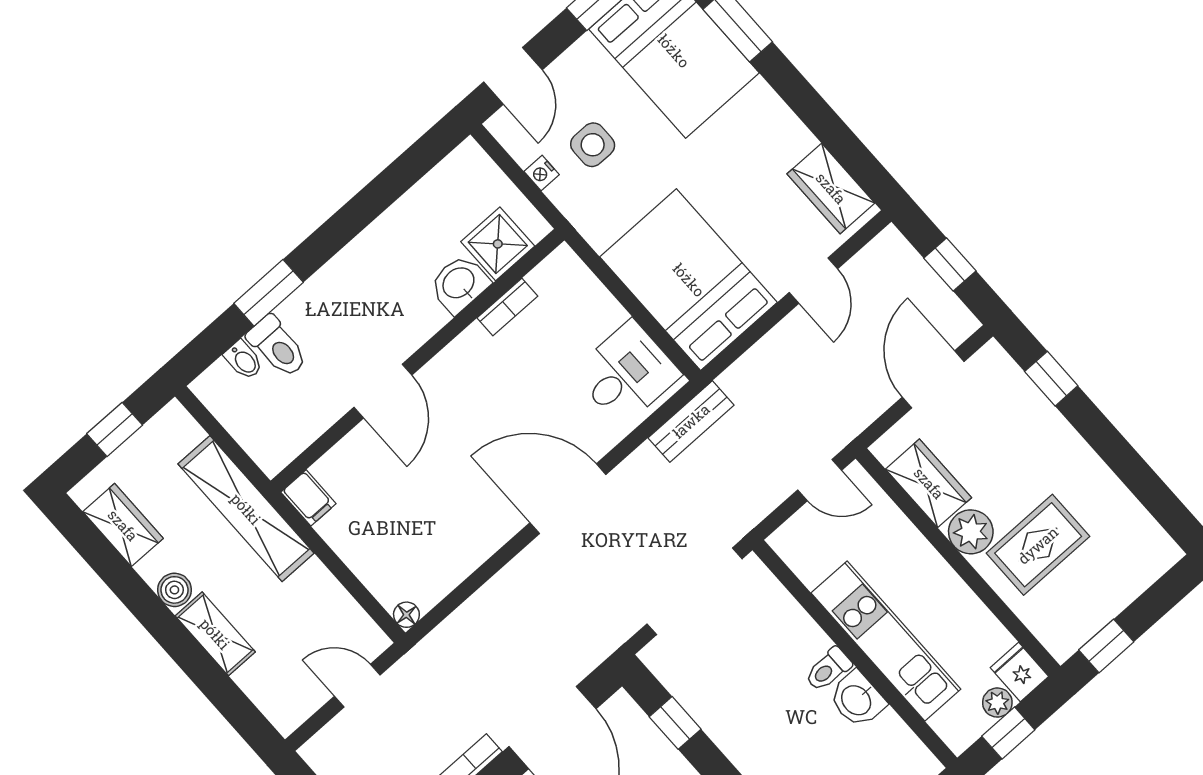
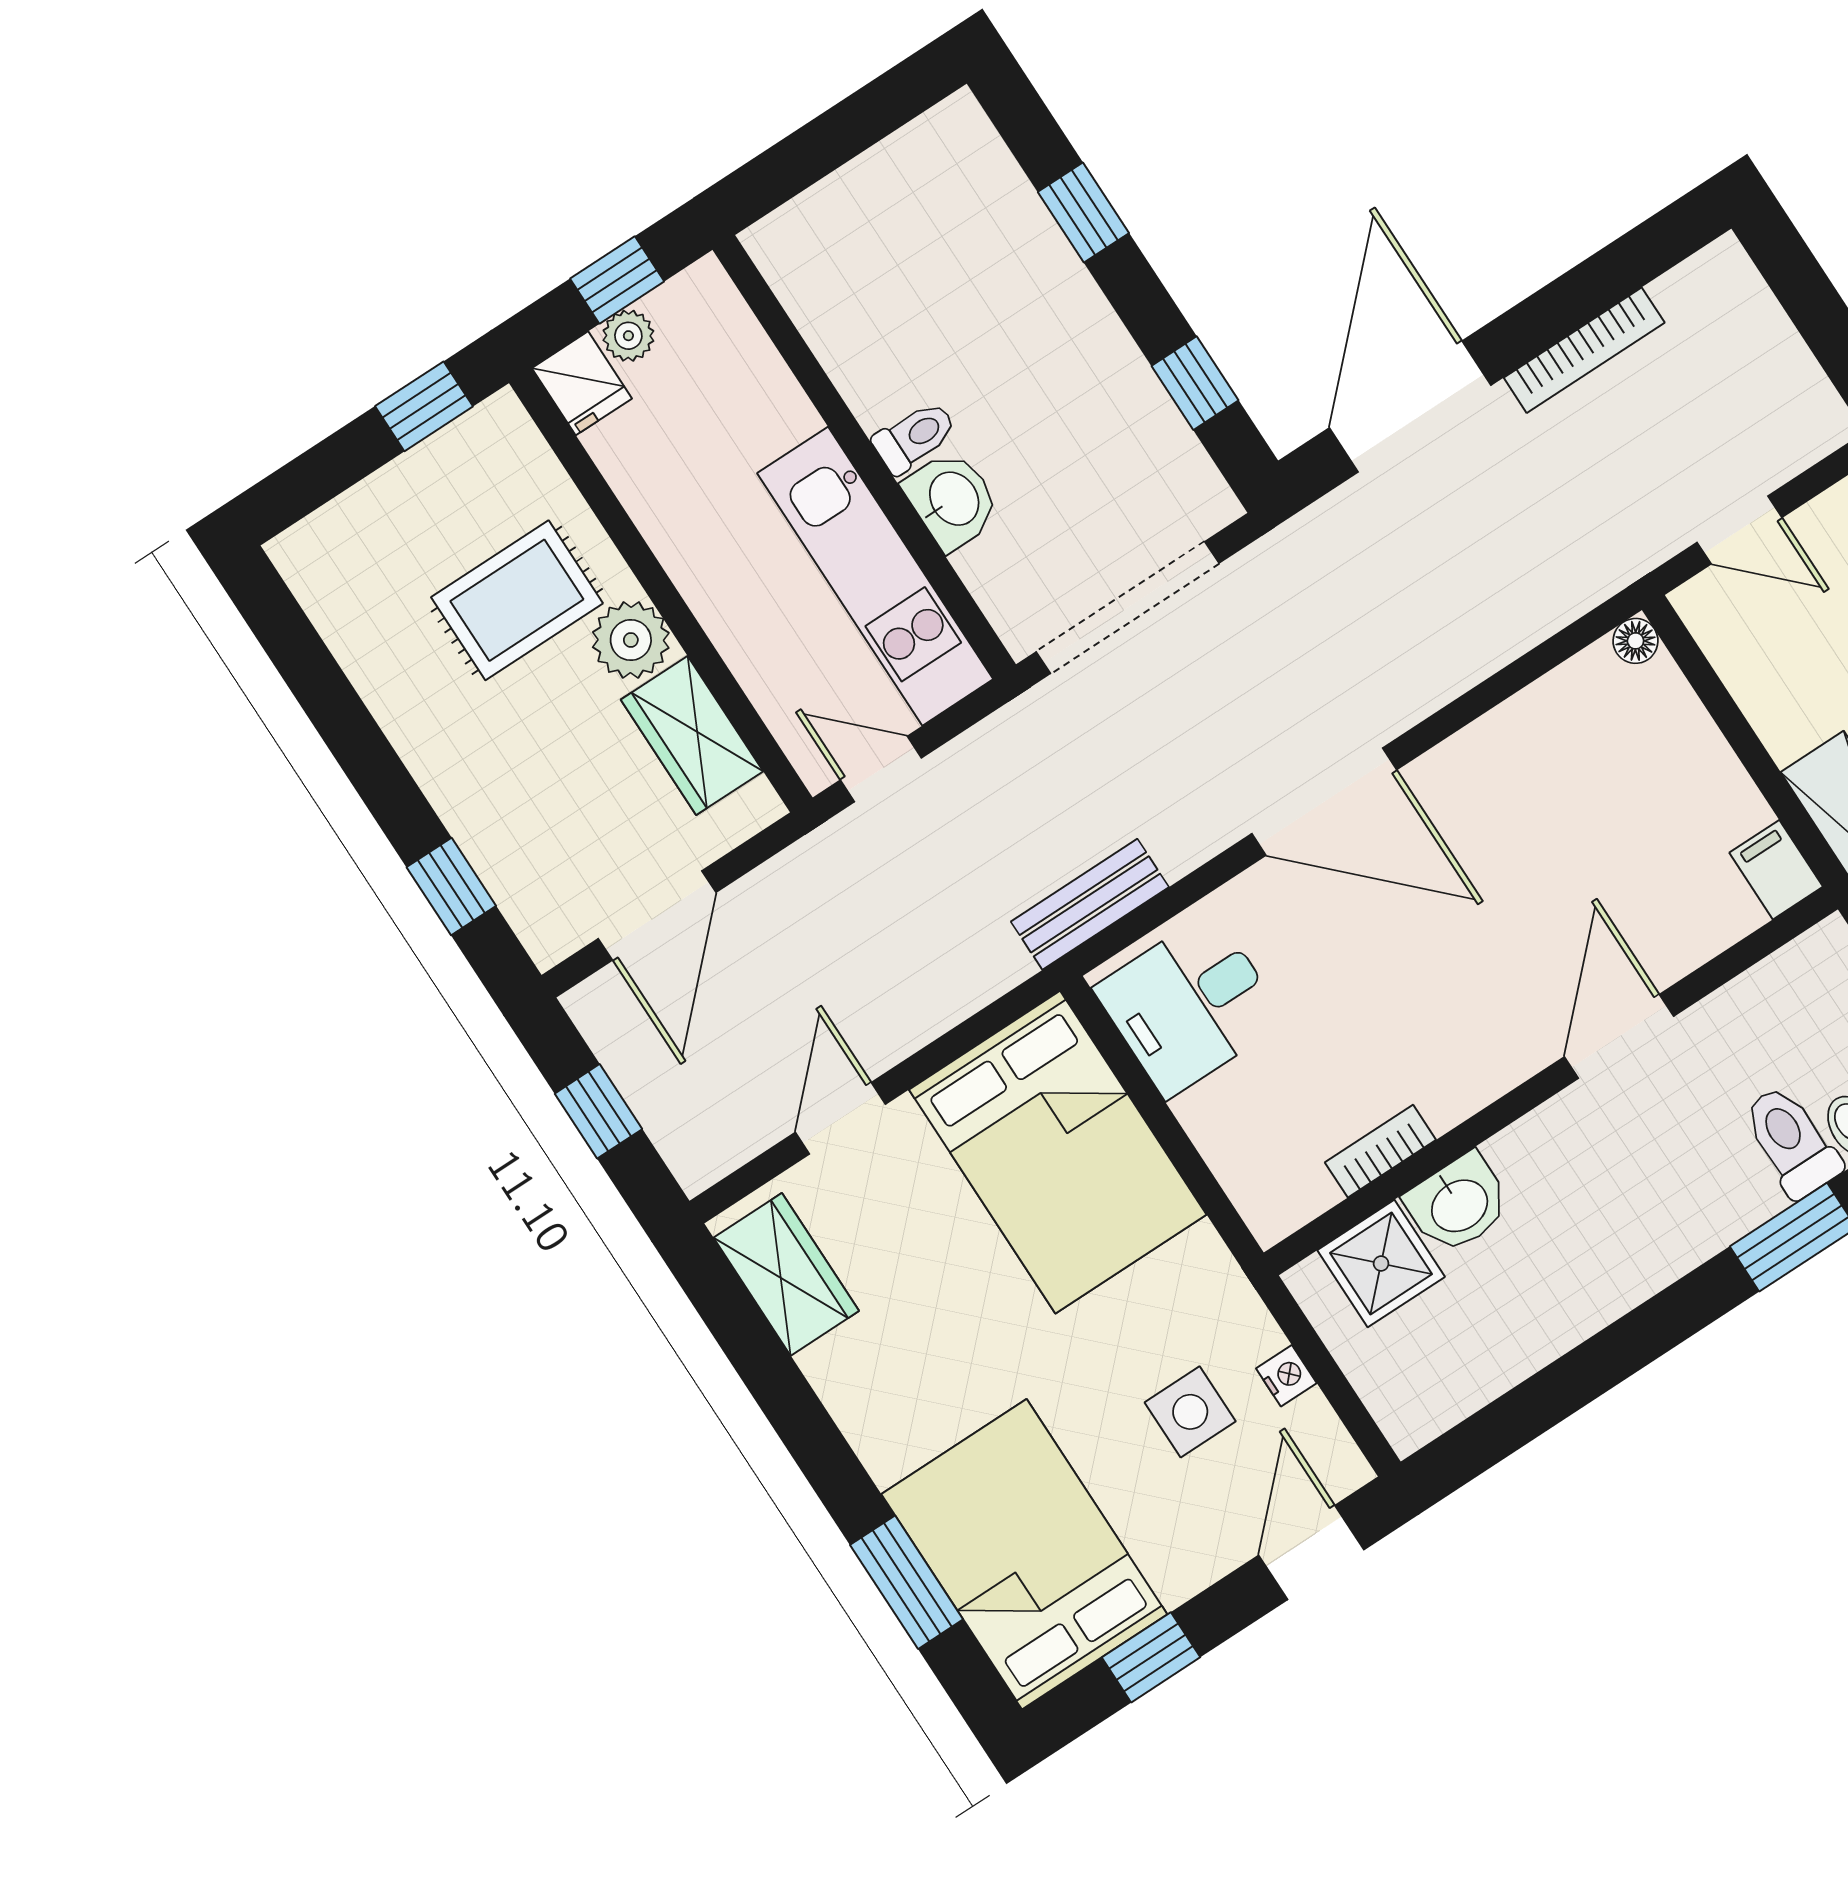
kitchen unit: (886, 641) -> (875, 576), moved
washbasin: (857, 699) -> (952, 500), moved

